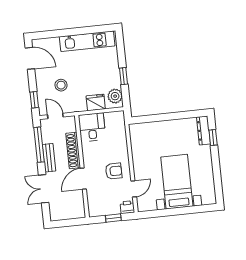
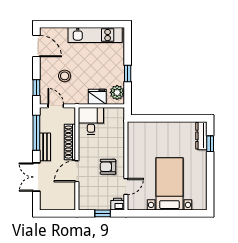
armchair: (114, 171) -> (108, 167), turned 180

